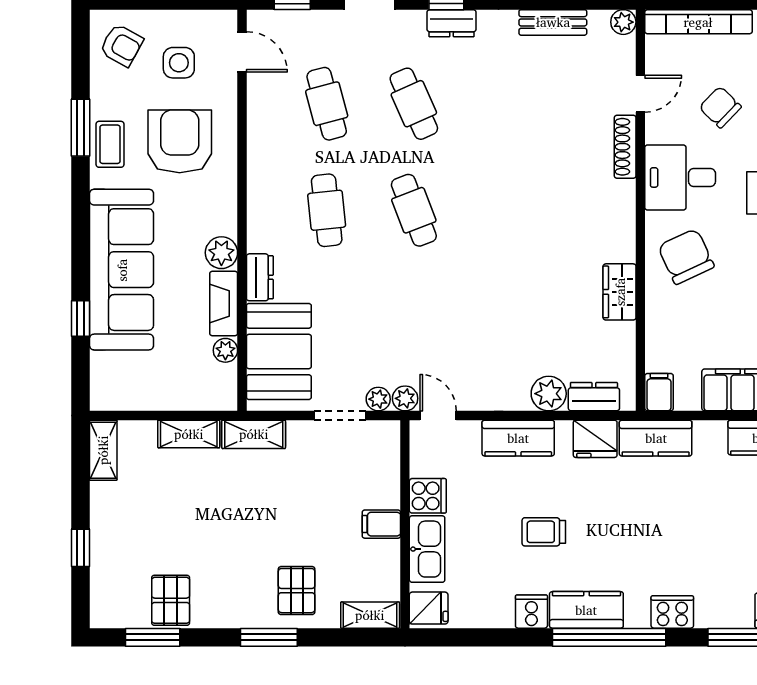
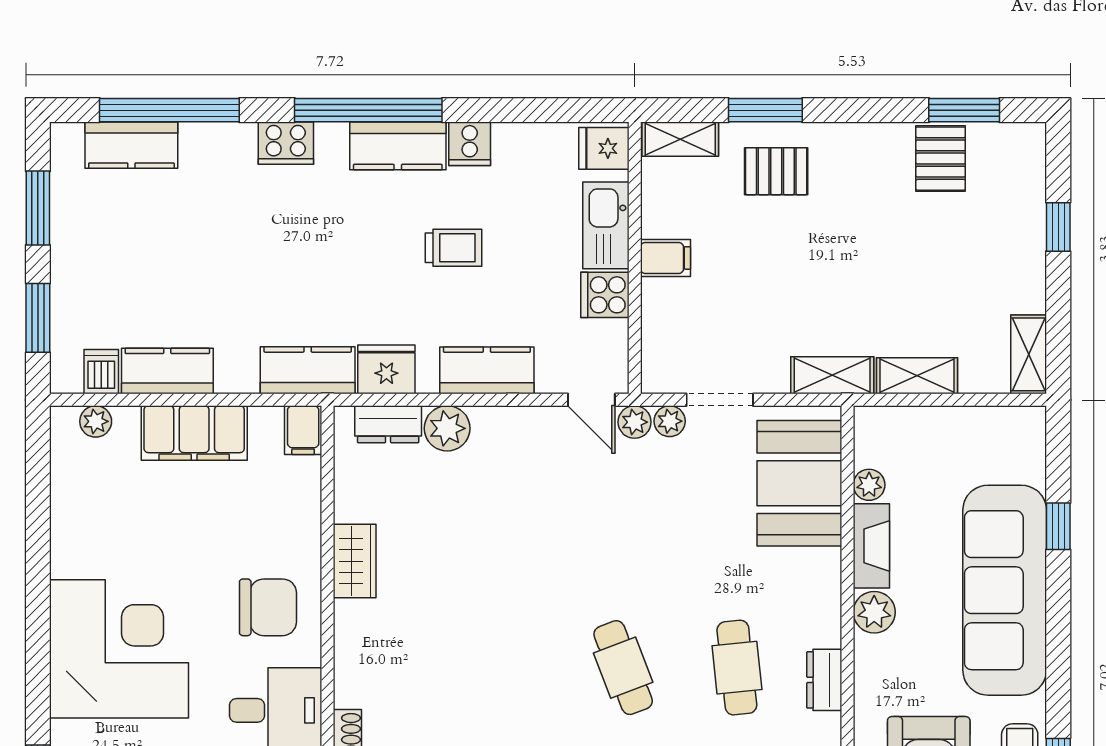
chair: (686, 256) -> (268, 607), turned -65
dresser: (260, 277) -> (824, 680), moved
pallet: (297, 591) -> (776, 171), turned 90
window: (269, 637) -> (765, 110), moved

